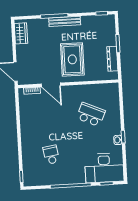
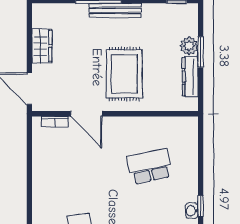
wardrobe: (21, 33) -> (42, 46), moved
plant: (111, 40) -> (189, 46), added
school desk: (91, 115) -> (150, 166), turned -36

